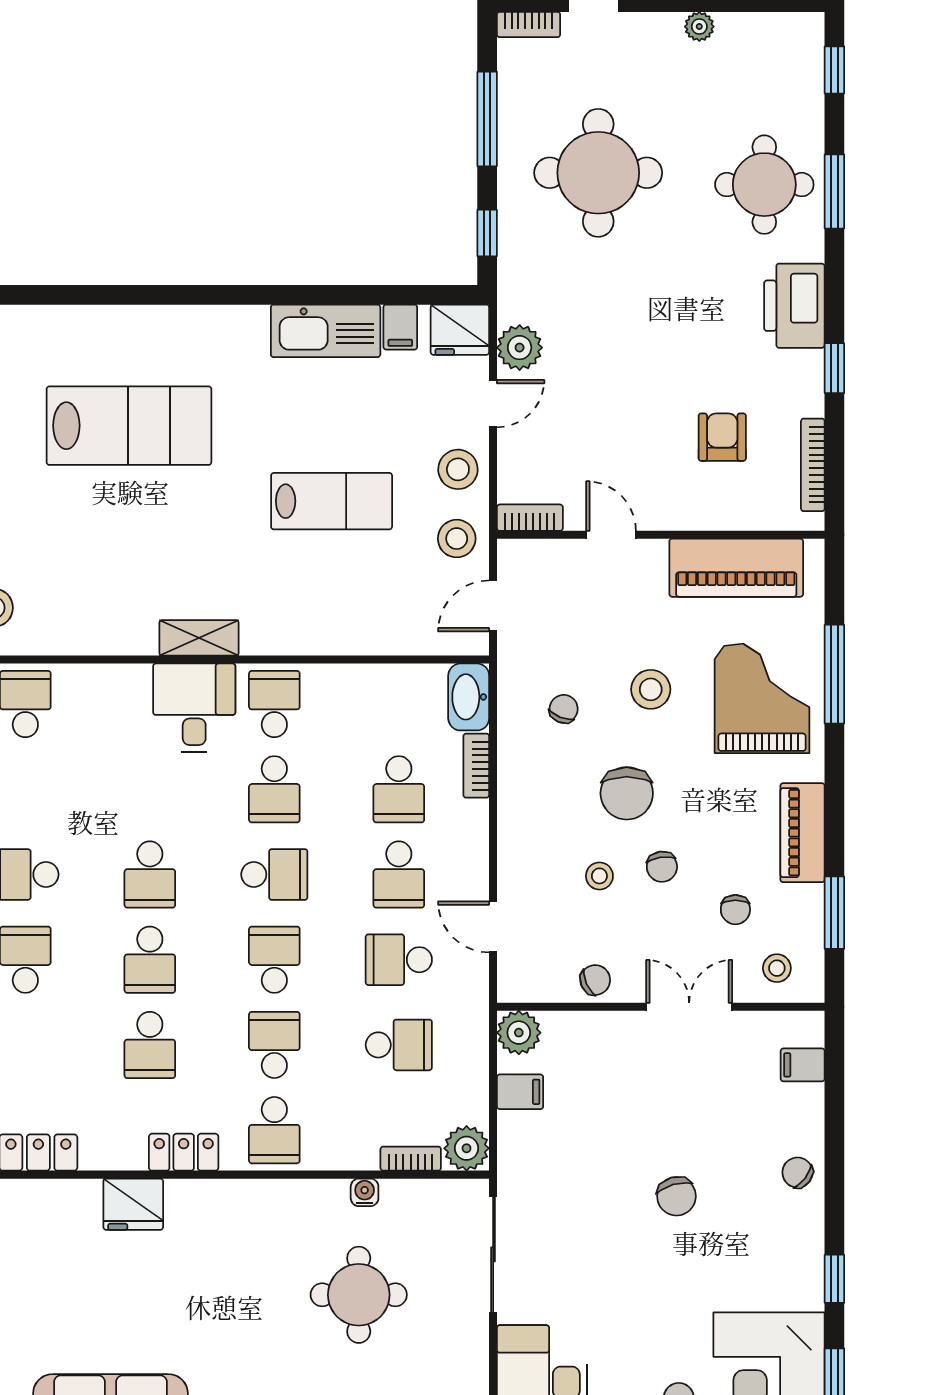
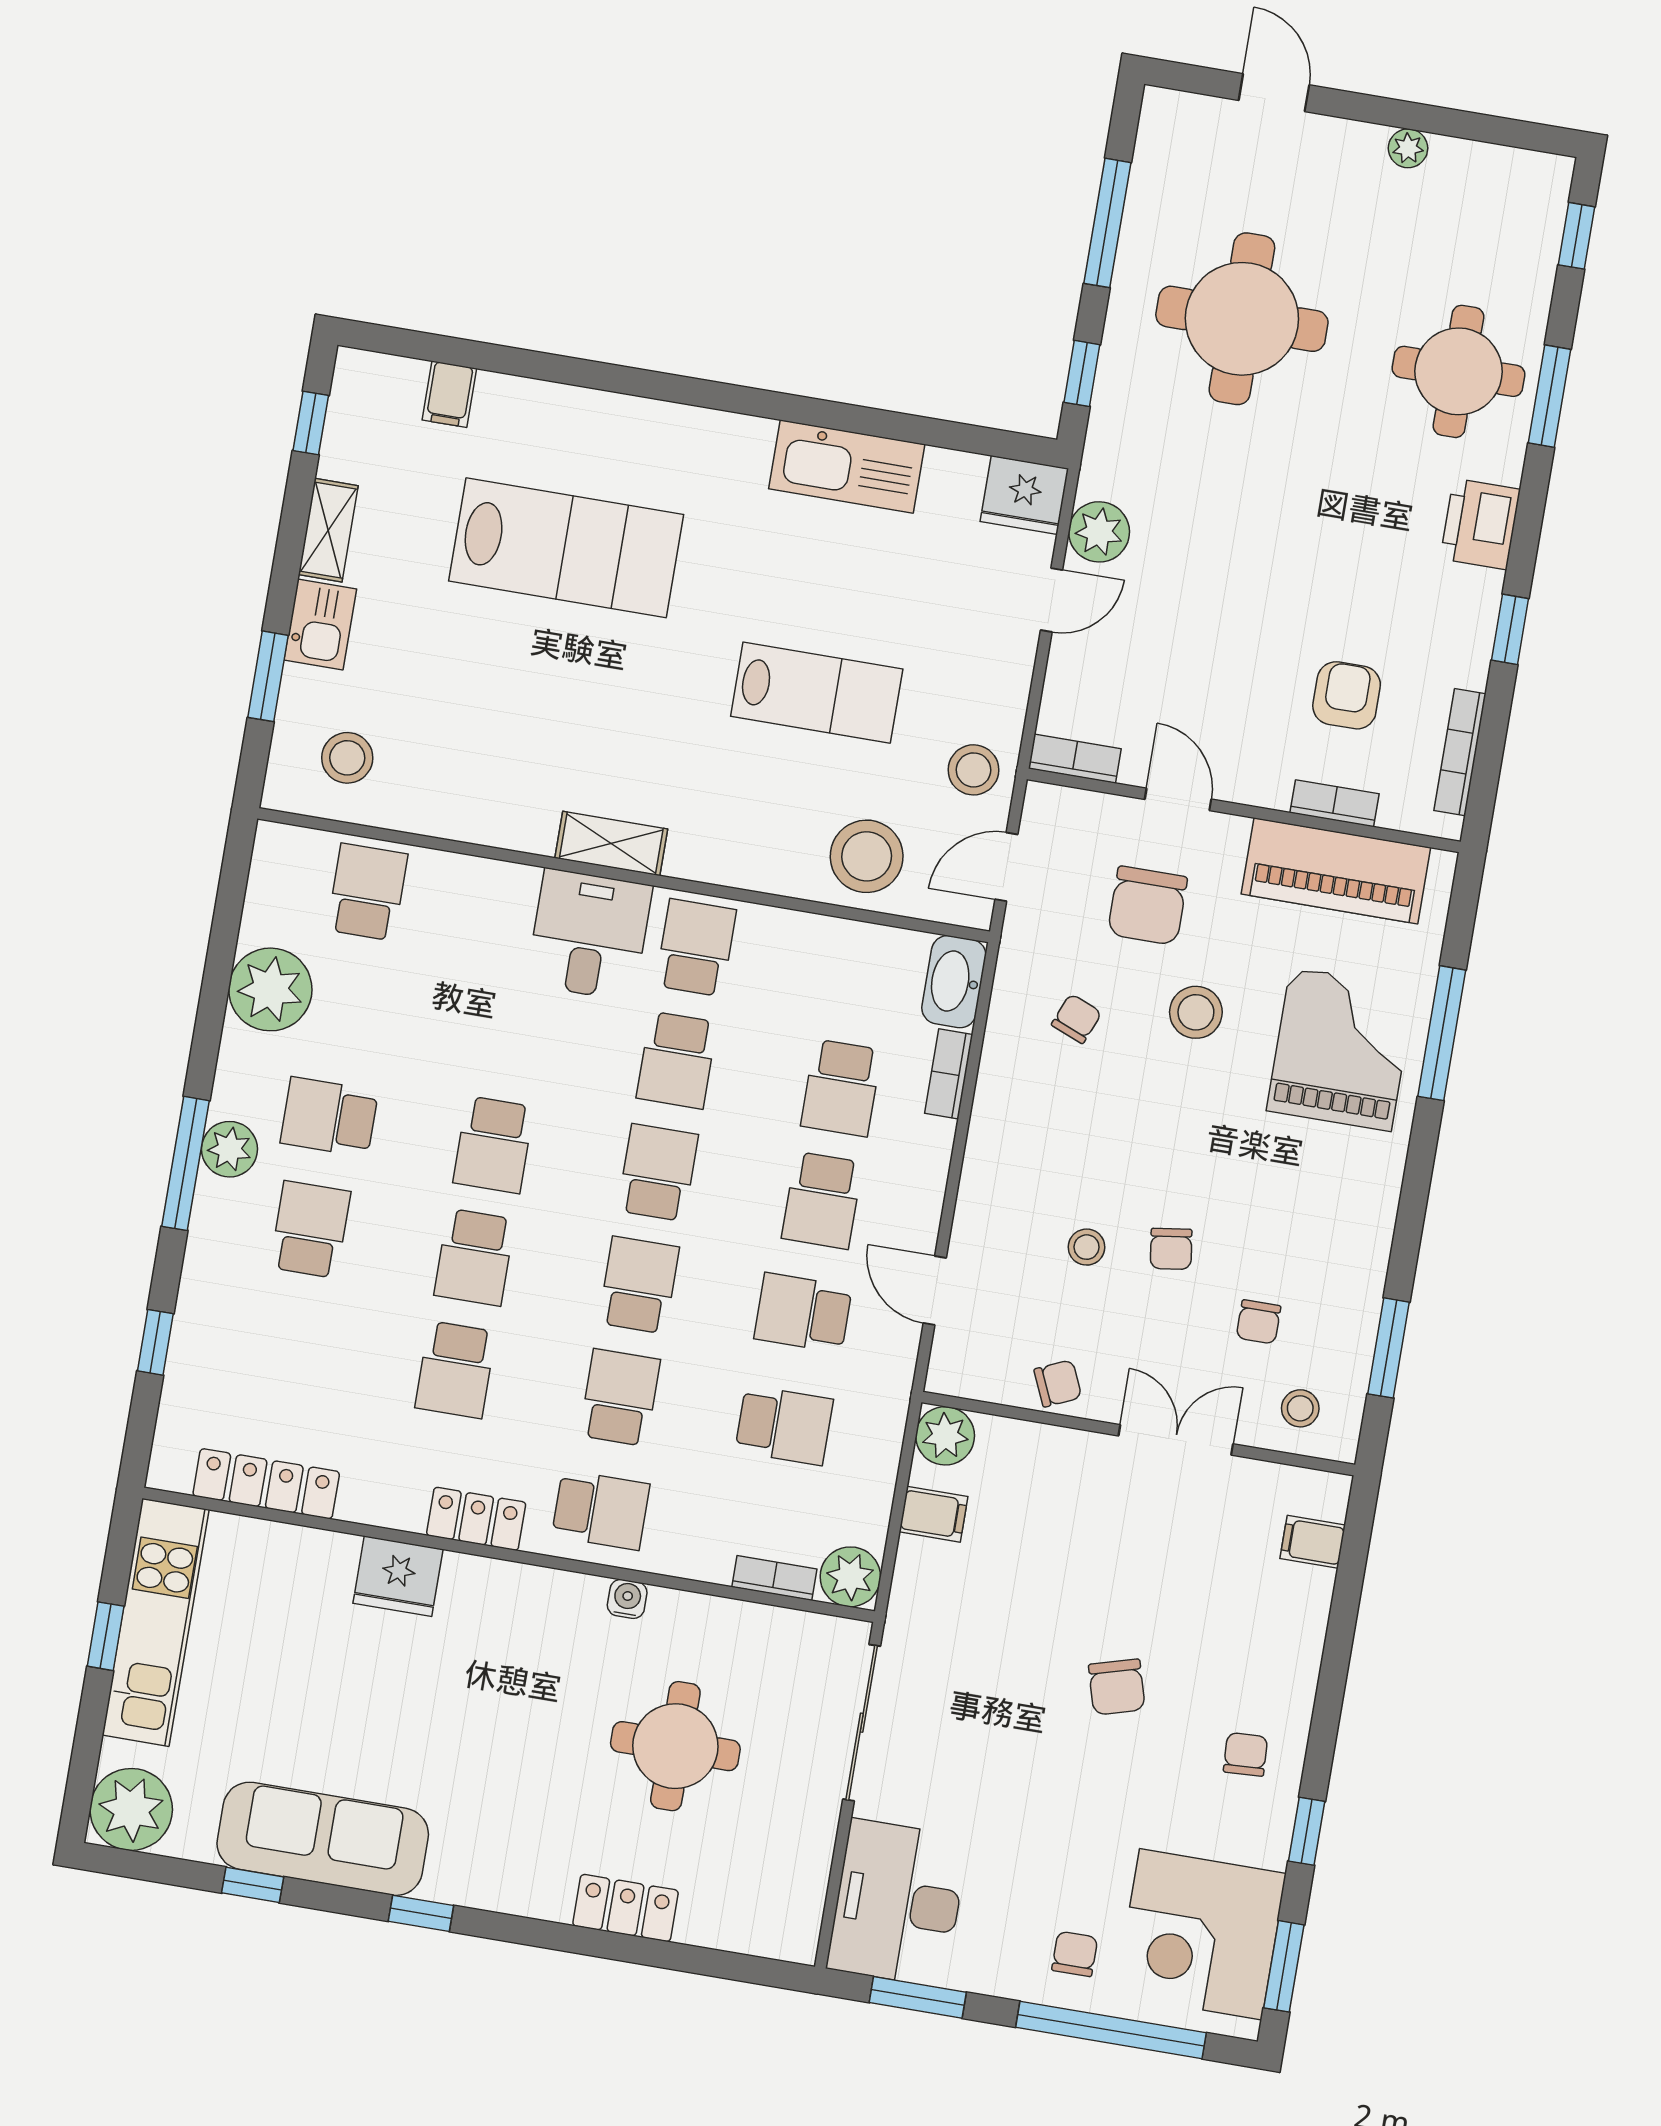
bookcase: (529, 25) -> (1335, 803), moved, turned 180
printer: (794, 306) -> (1480, 524), width x0.73, depth x0.84
filing cabinet: (400, 327) -> (449, 394), moved
stool: (458, 469) -> (867, 856), moved, width x1.38, depth x1.38
chair: (627, 793) -> (1147, 906), moved
piano: (803, 833) -> (1364, 1235), removed
school desk: (274, 874) -> (658, 1173), turned -90
school desk: (274, 1130) -> (601, 1510), turned -90
chair: (797, 1173) -> (1246, 1754), moved, turned 50
water cooler: (365, 1192) -> (627, 1599), moved

